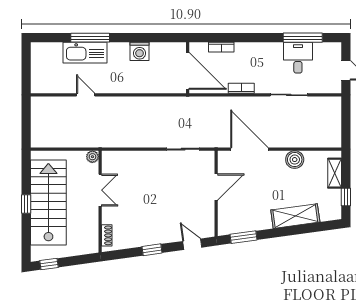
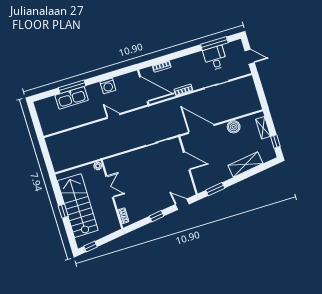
door: (86, 95) -> (113, 116), moved
door: (216, 187) -> (187, 161), hinge flipped

